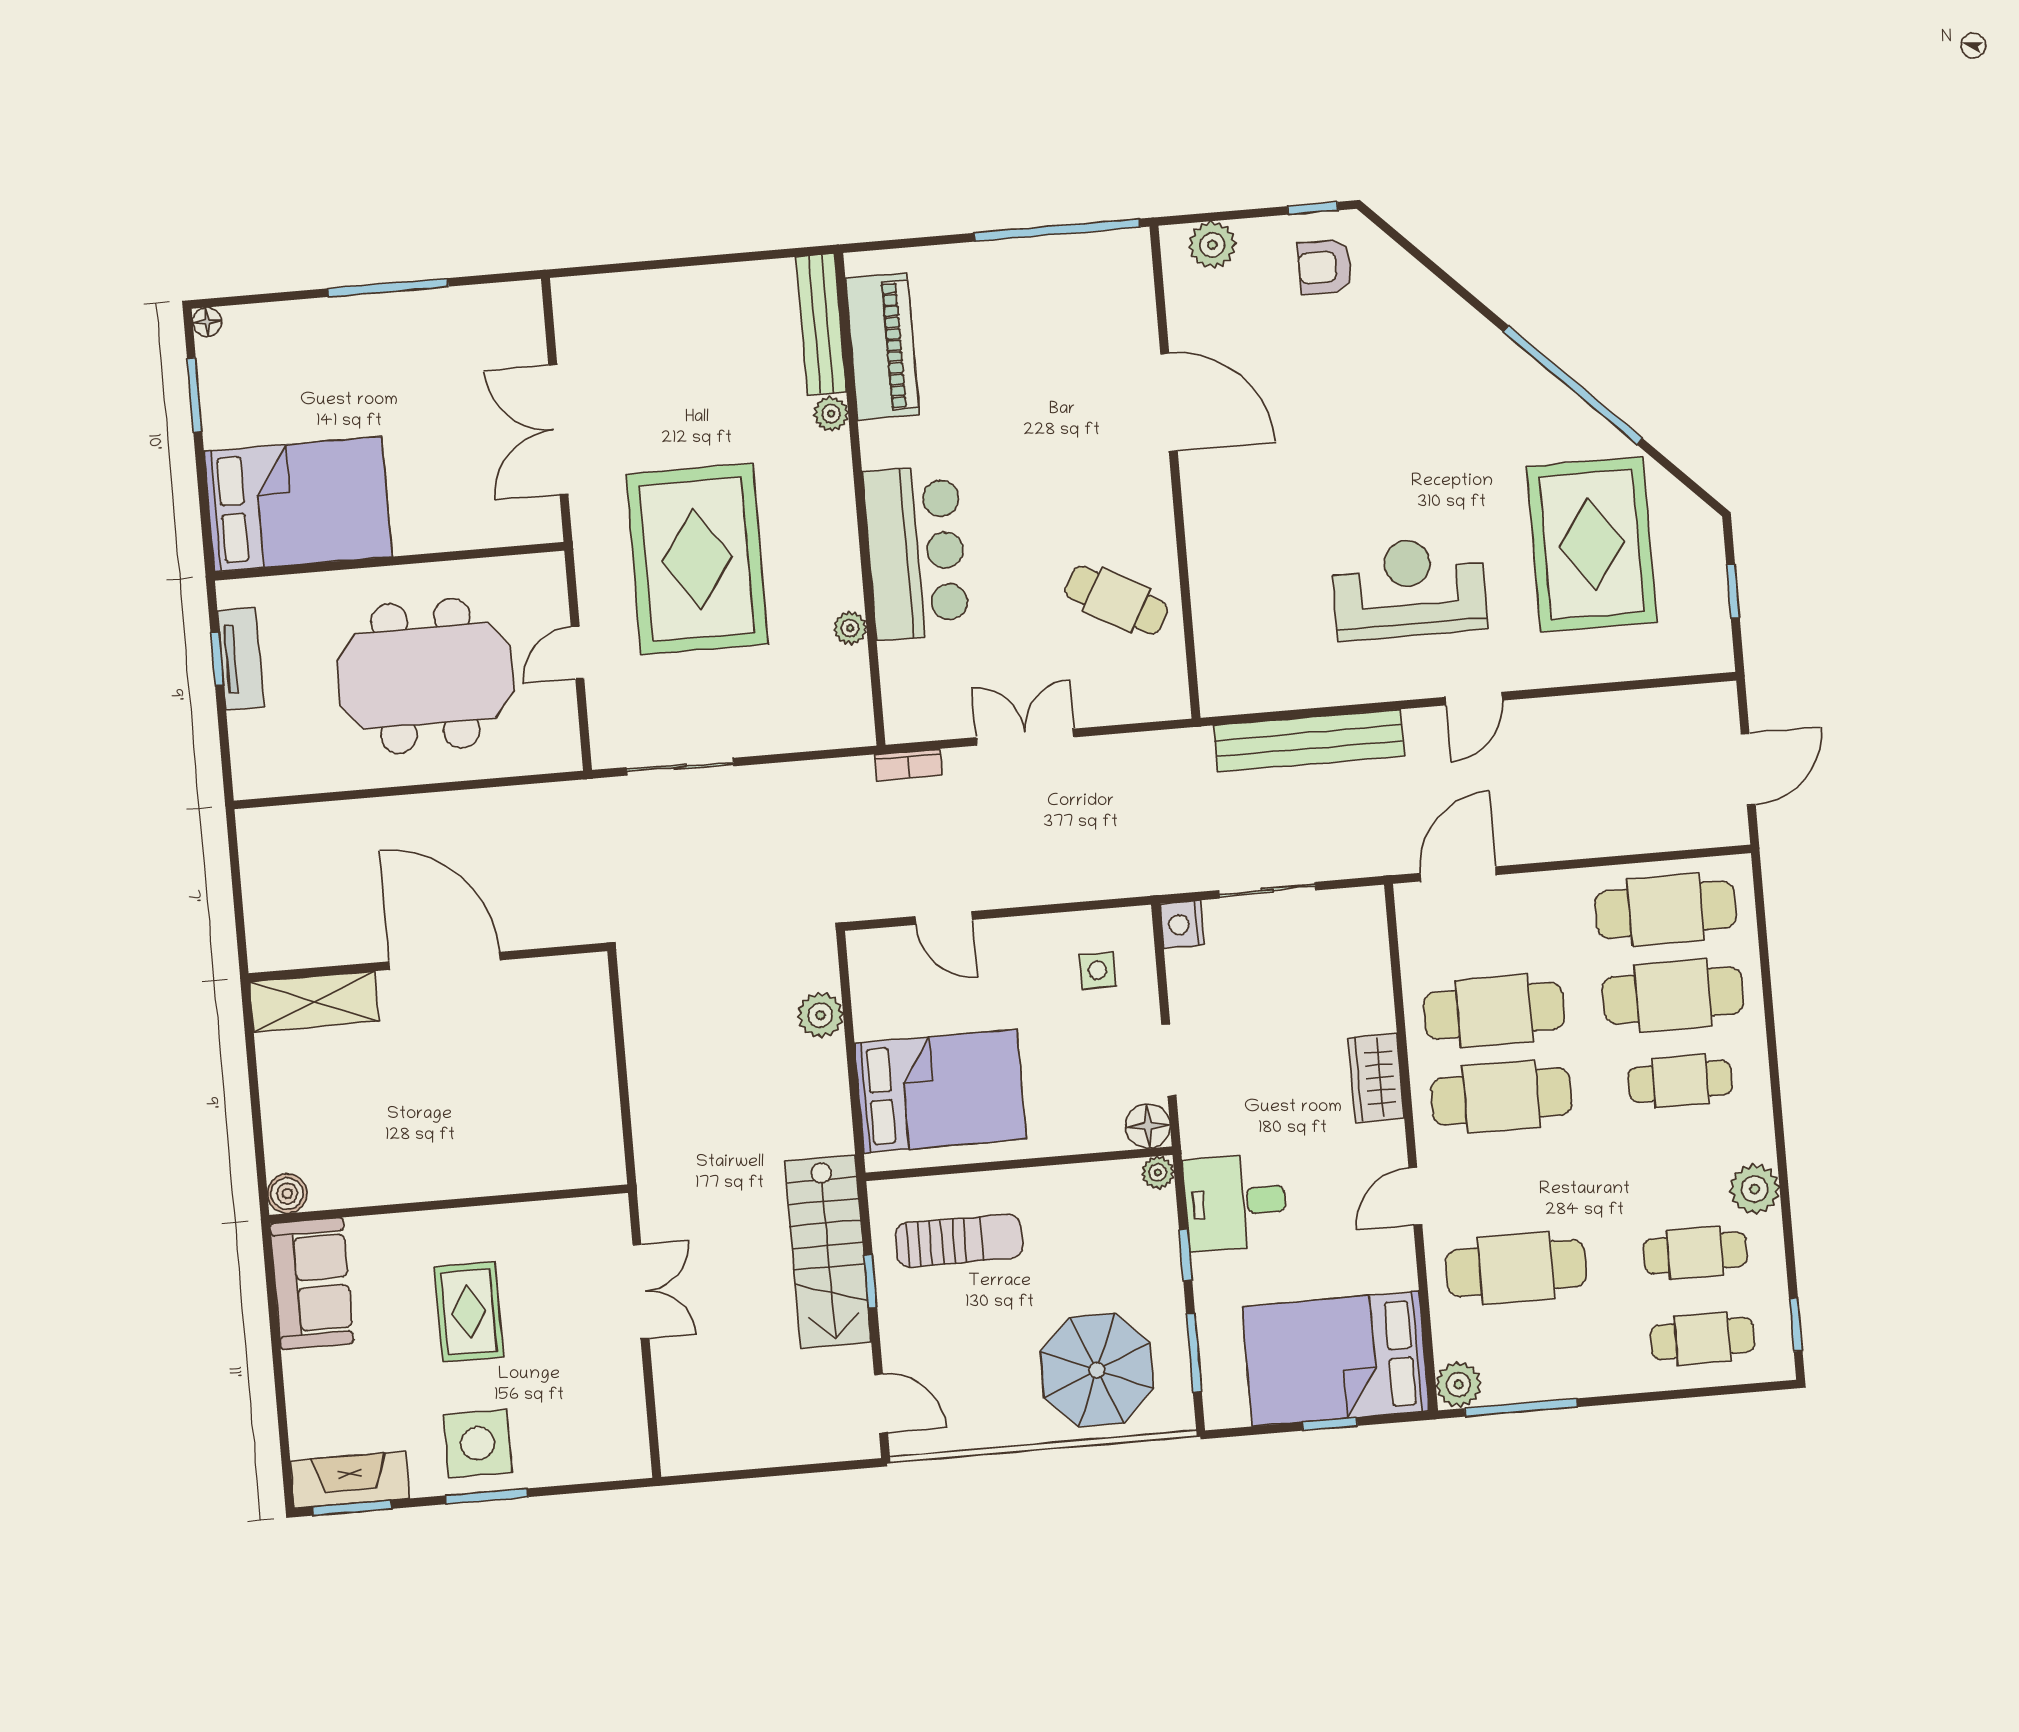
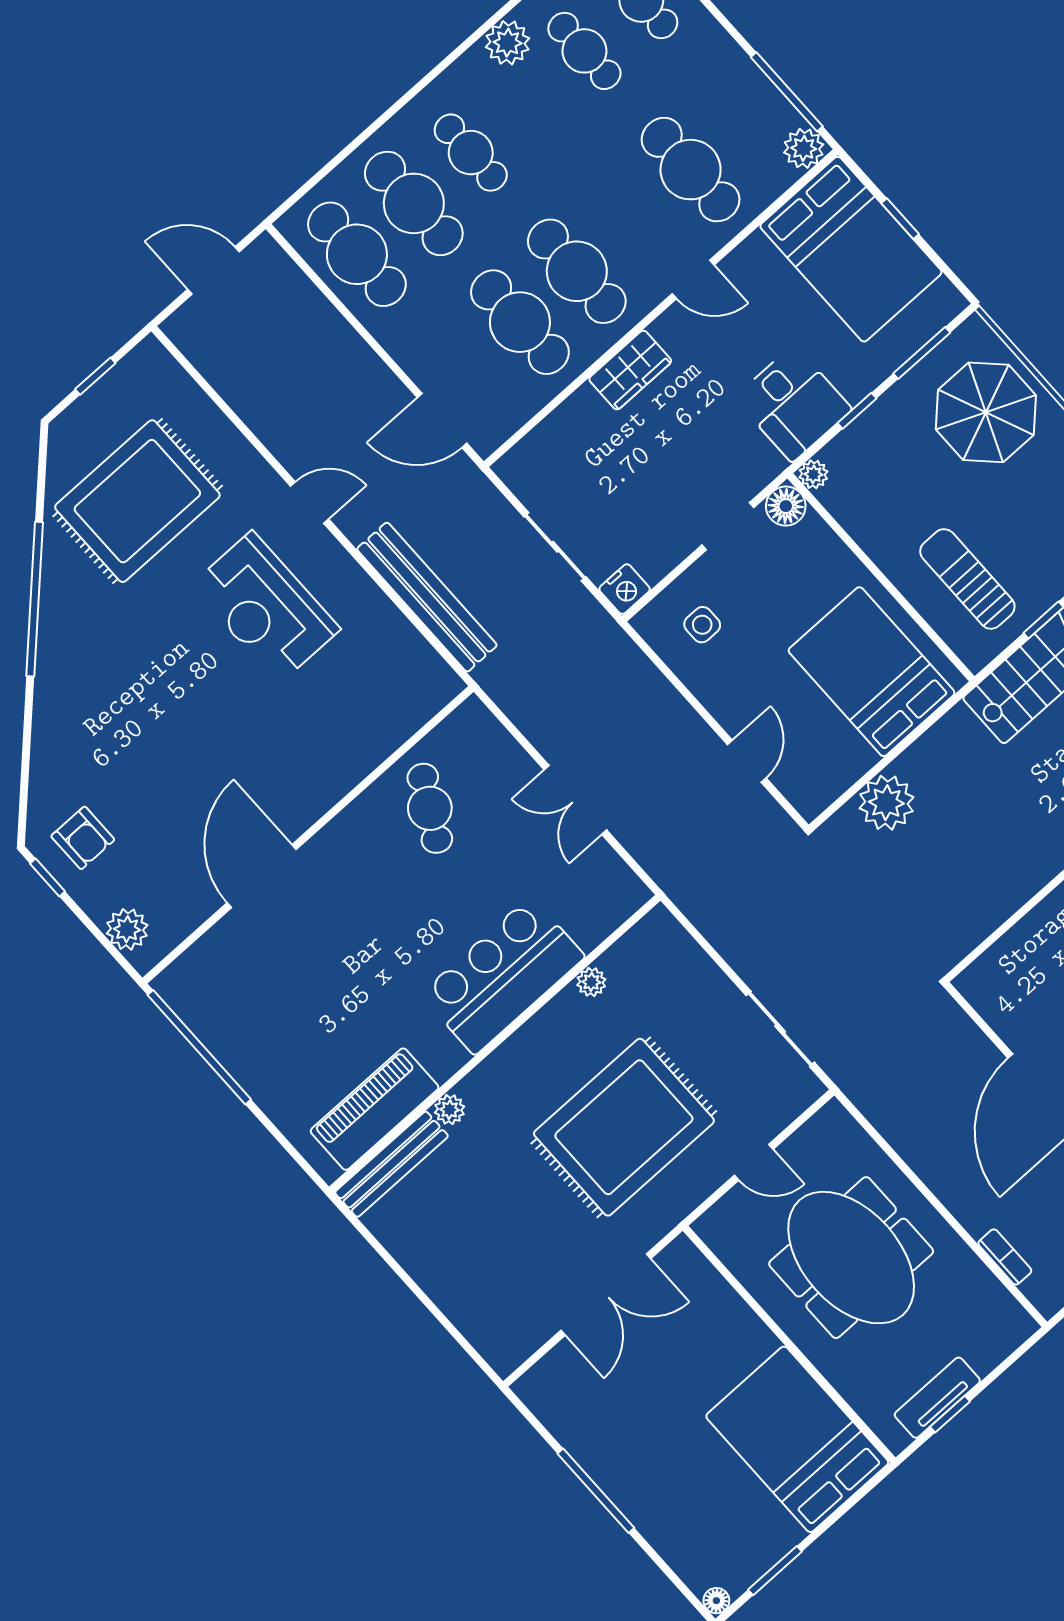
bookcase: (908, 765) -> (1005, 1257), moved
plant: (820, 1015) -> (886, 803), width x1.36, depth x1.36

